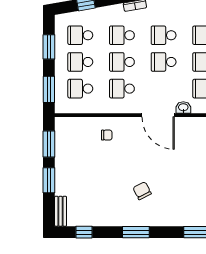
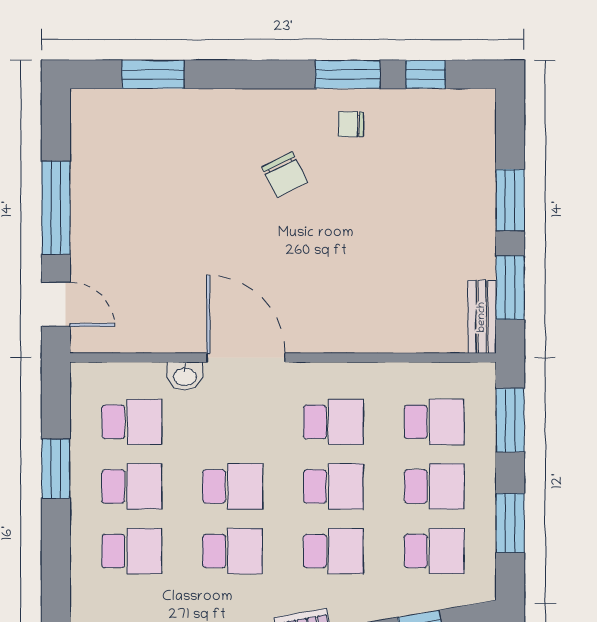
chair: (107, 135) -> (351, 124), moved
bench: (61, 211) -> (482, 317), moved
window: (136, 232) -> (348, 74), moved

